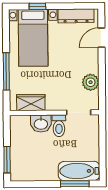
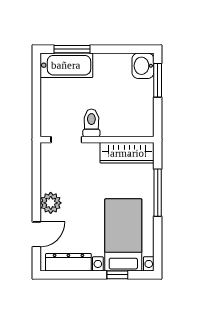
plant: (91, 82) -> (51, 203), moved
wardrobe: (31, 103) -> (127, 153), width x1.50
washbasin: (41, 124) -> (143, 66), moved, turned -90

